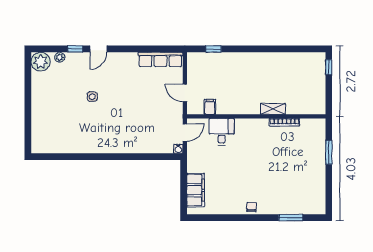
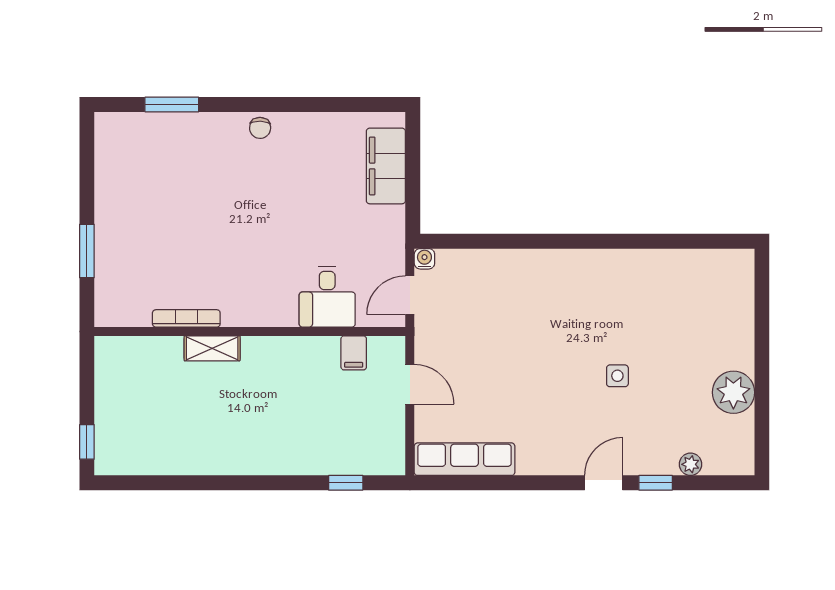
plant: (41, 62) -> (733, 392), moved

